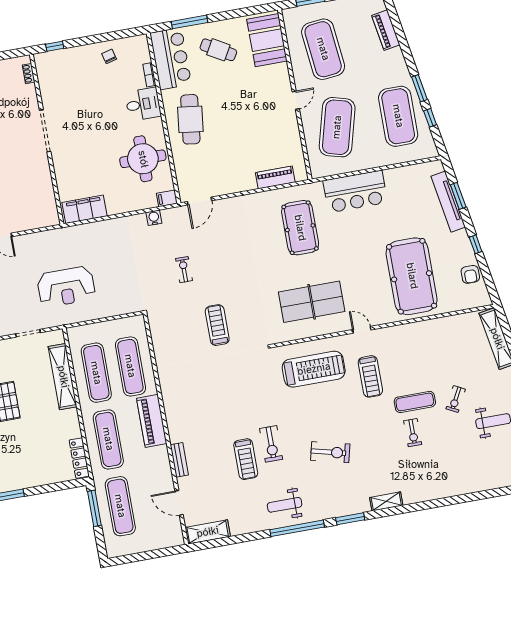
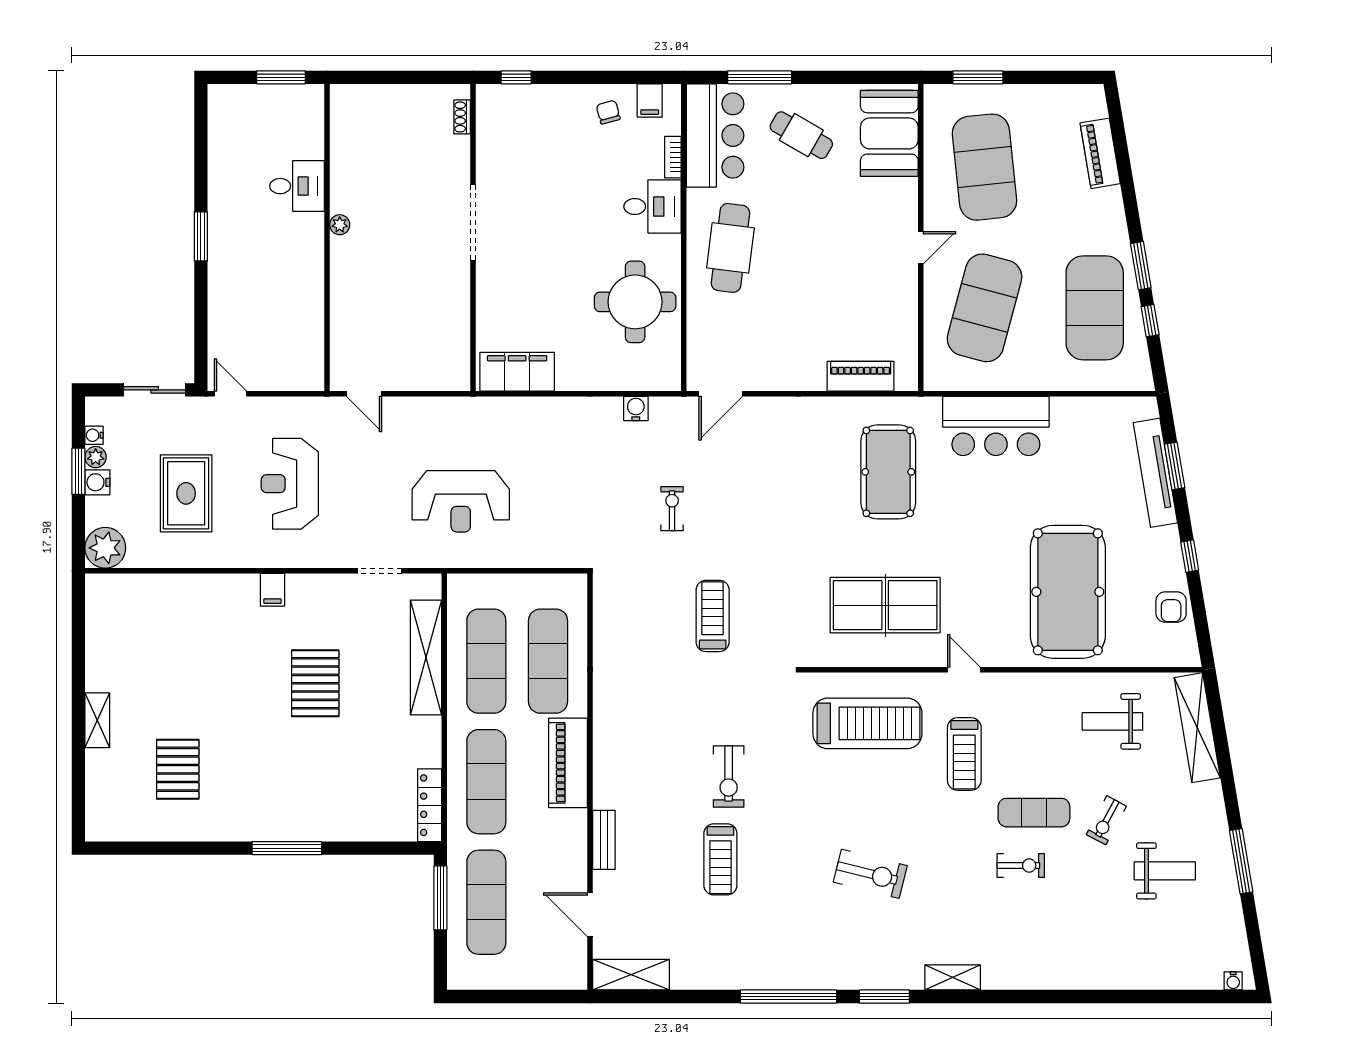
filing cabinet: (167, 198) -> (650, 100), moved, turned -90
exercise bike: (413, 433) -> (1021, 865), turned -90
exercise bike: (271, 444) -> (729, 777), moved
weight bench: (285, 505) -> (1112, 721), moved

